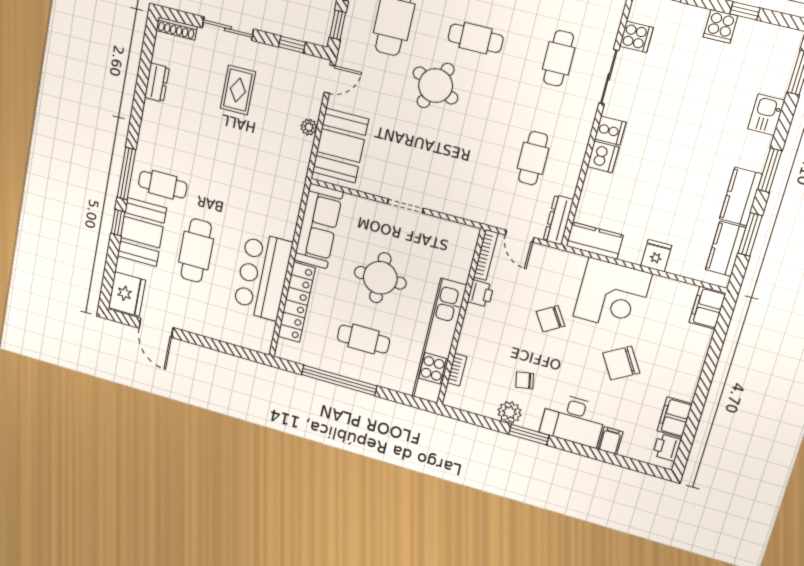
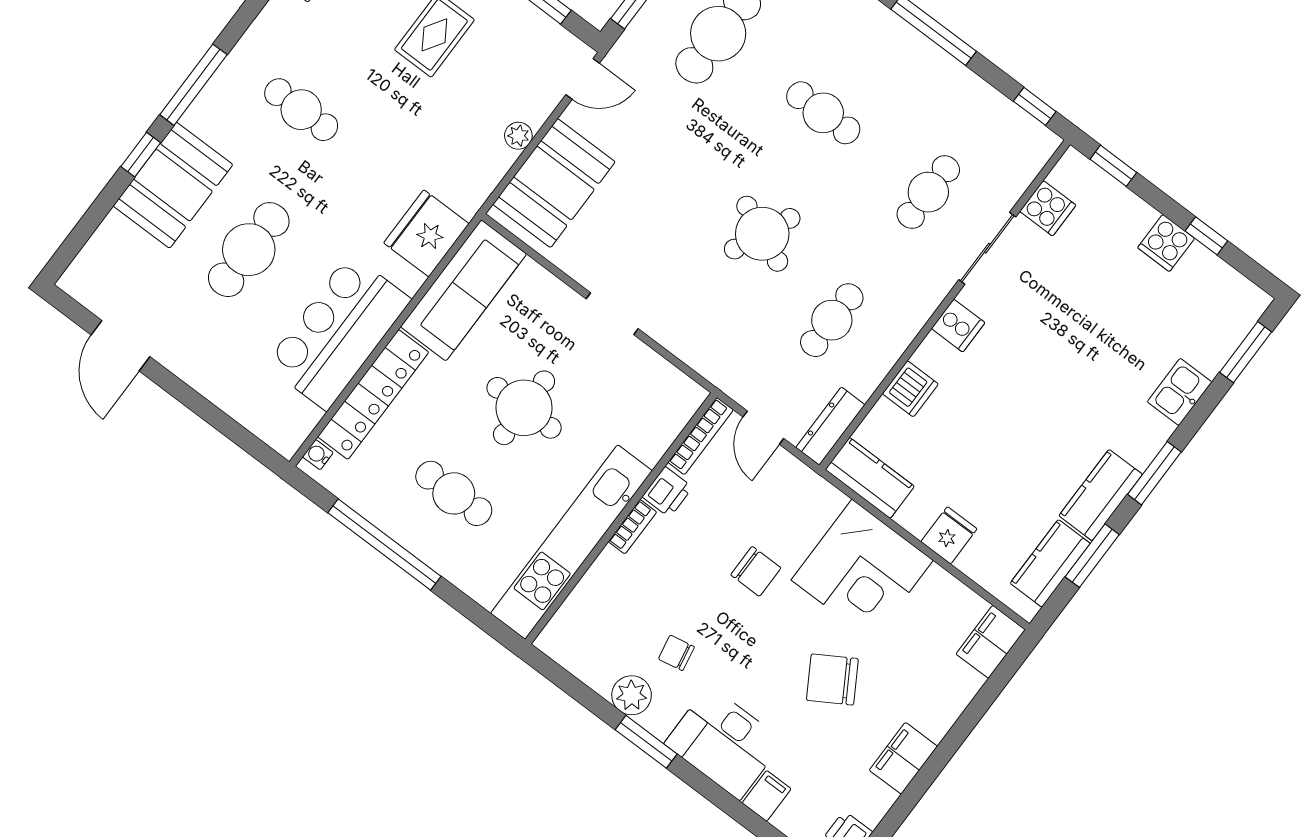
round table: (436, 86) -> (762, 234), moved
dishwasher: (603, 157) -> (910, 389), moved
cafe table: (163, 185) -> (301, 110), moved
fridge: (127, 294) -> (426, 233), moved, turned 180
chair: (550, 319) -> (756, 571), turned -148
water cooler: (282, 346) -> (318, 455), added
bookcase: (457, 370) -> (632, 527), moved
filing cabinet: (675, 417) -> (903, 758), moved

